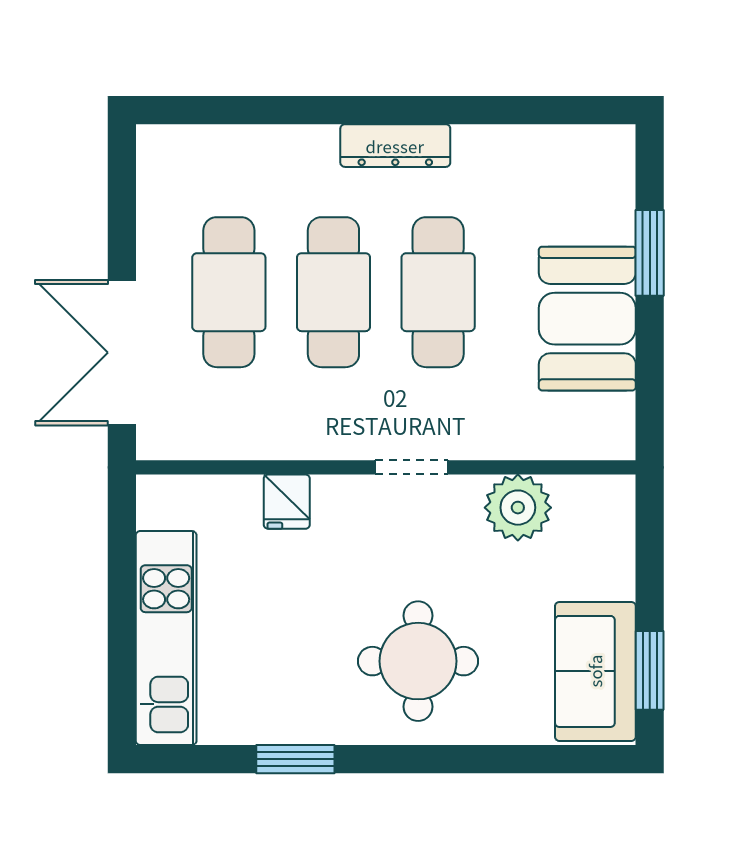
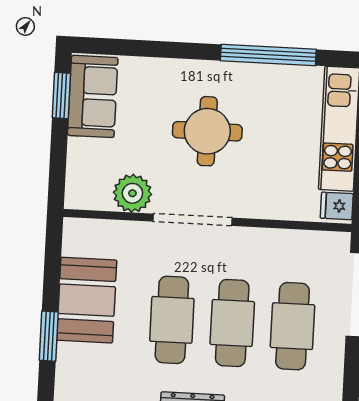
doorway: (411, 467) -> (193, 220), width x1.87
fridge: (287, 502) -> (337, 206), moved, turned -90
round table: (418, 661) -> (207, 131), moved
window: (295, 759) -> (268, 55), width x2.11

